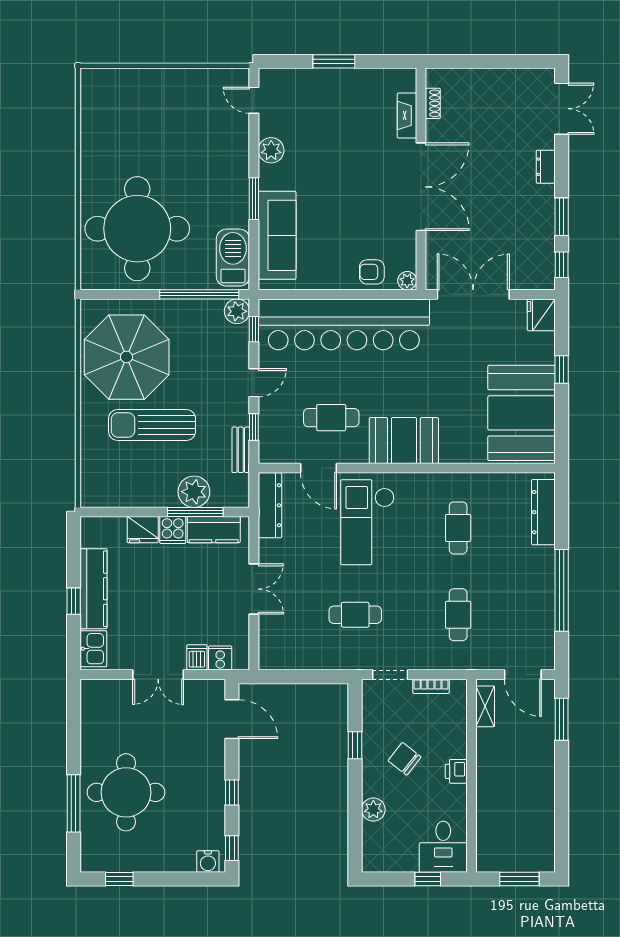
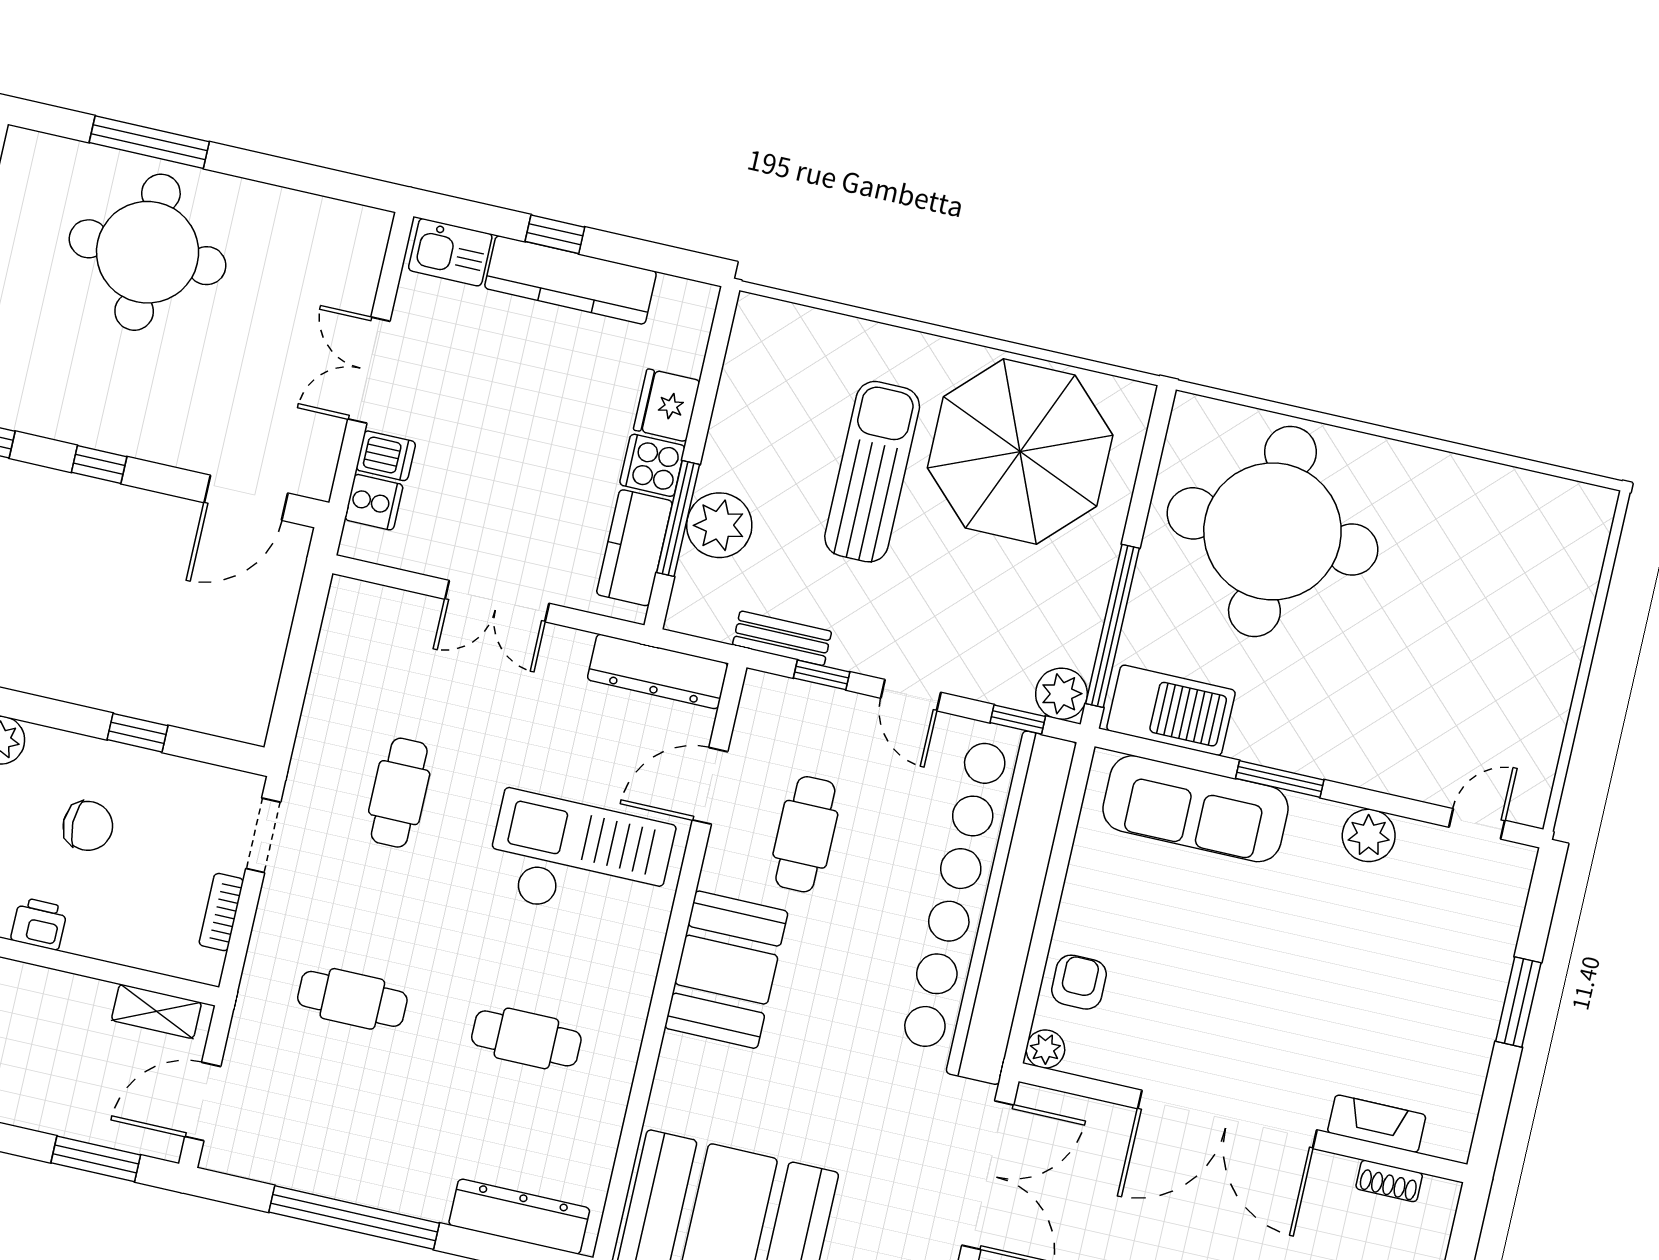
chair: (405, 759) -> (88, 826), turned 52

